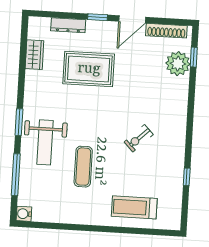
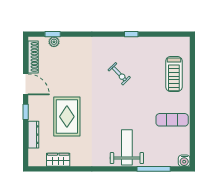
plant: (178, 64) -> (54, 42), width x0.53, depth x0.53
window: (19, 122) -> (112, 169), removed
weight bench: (45, 142) -> (127, 147), turned -90
exercise mat: (83, 167) -> (172, 120), moved
window: (187, 177) -> (131, 34), moved

